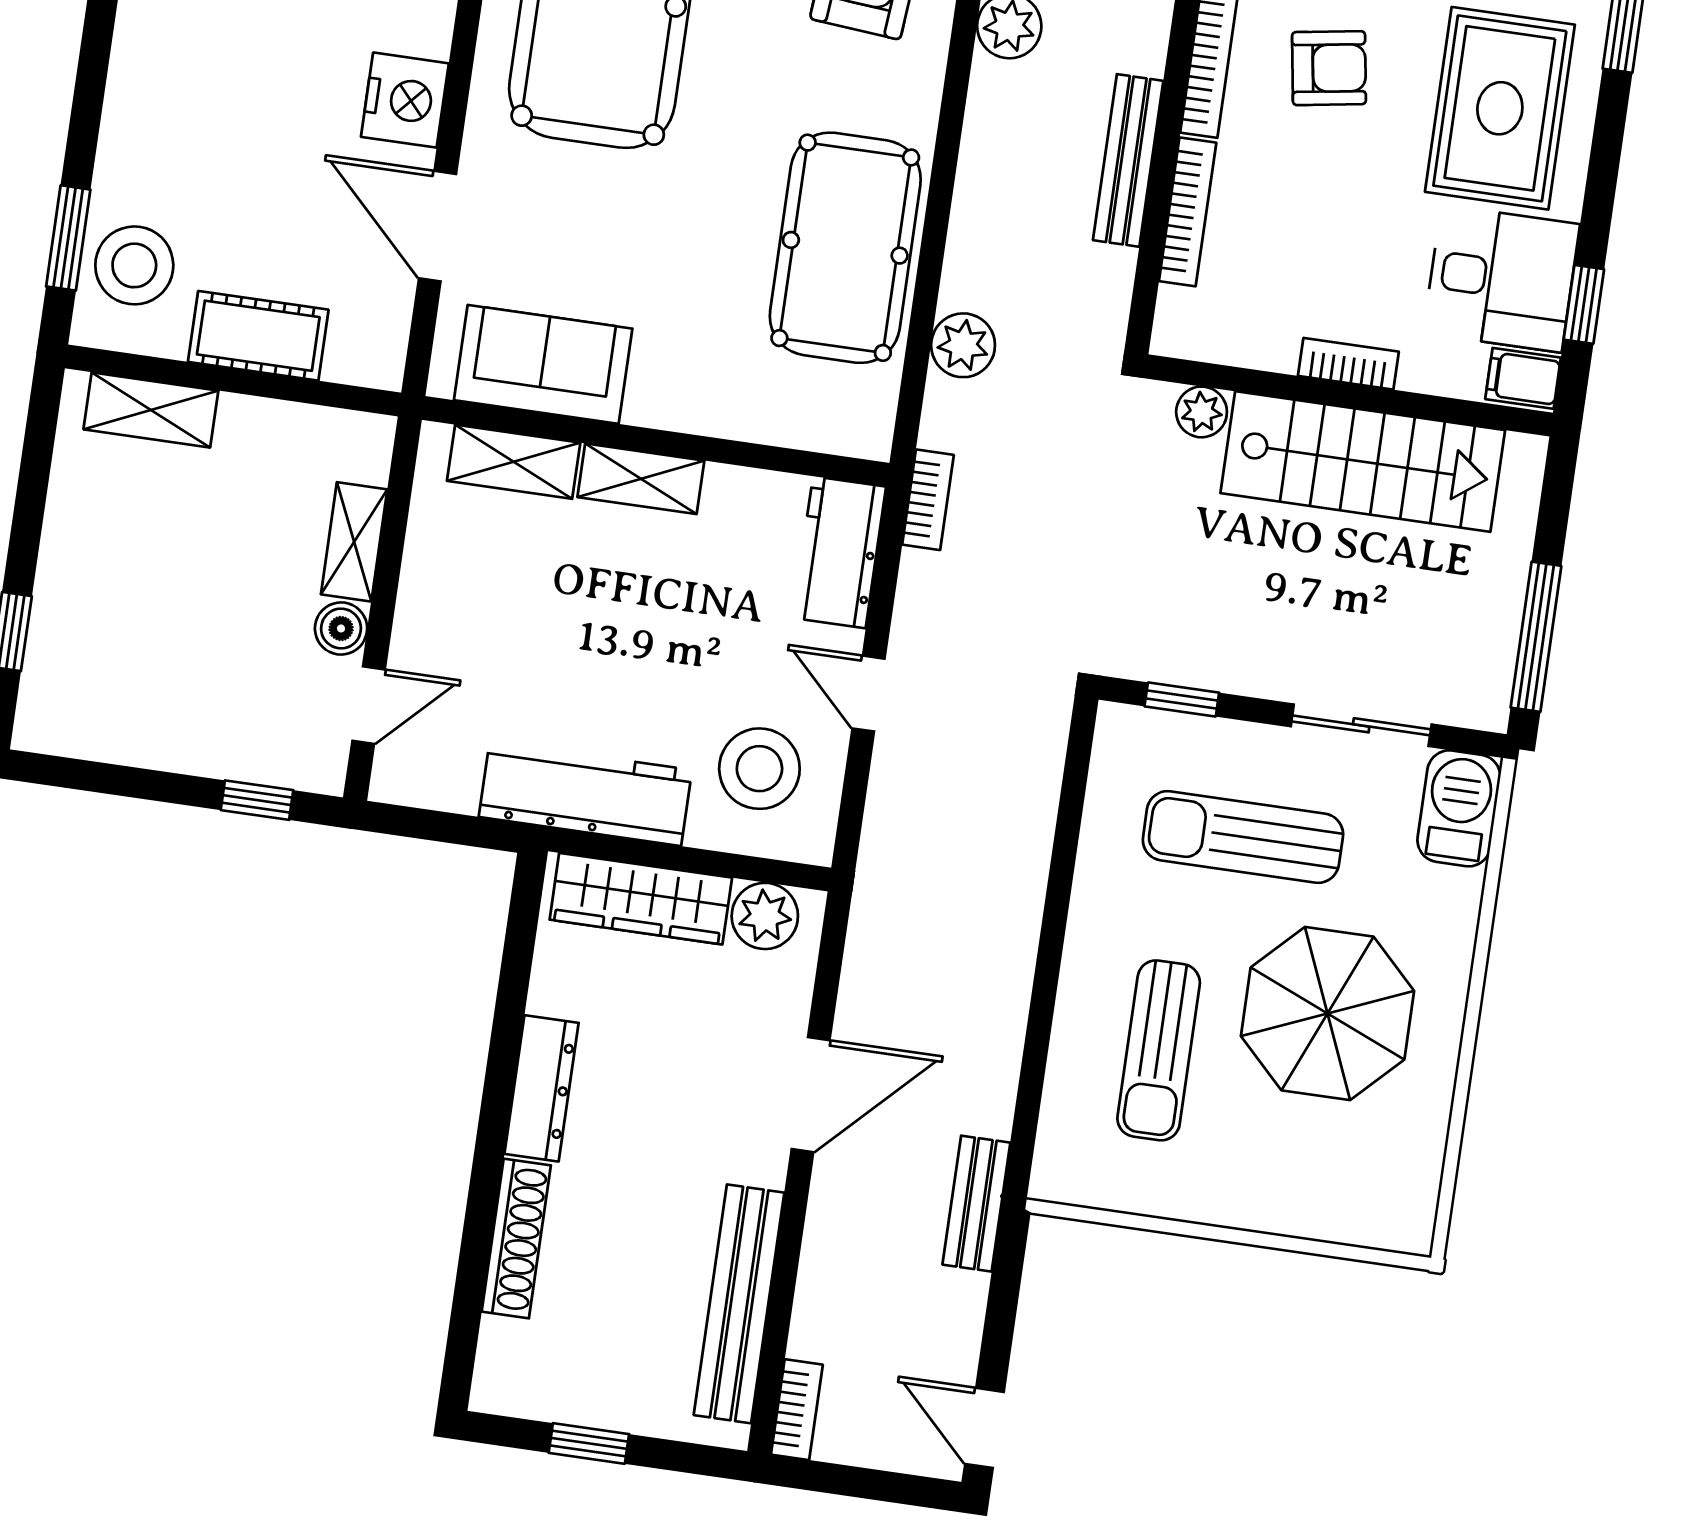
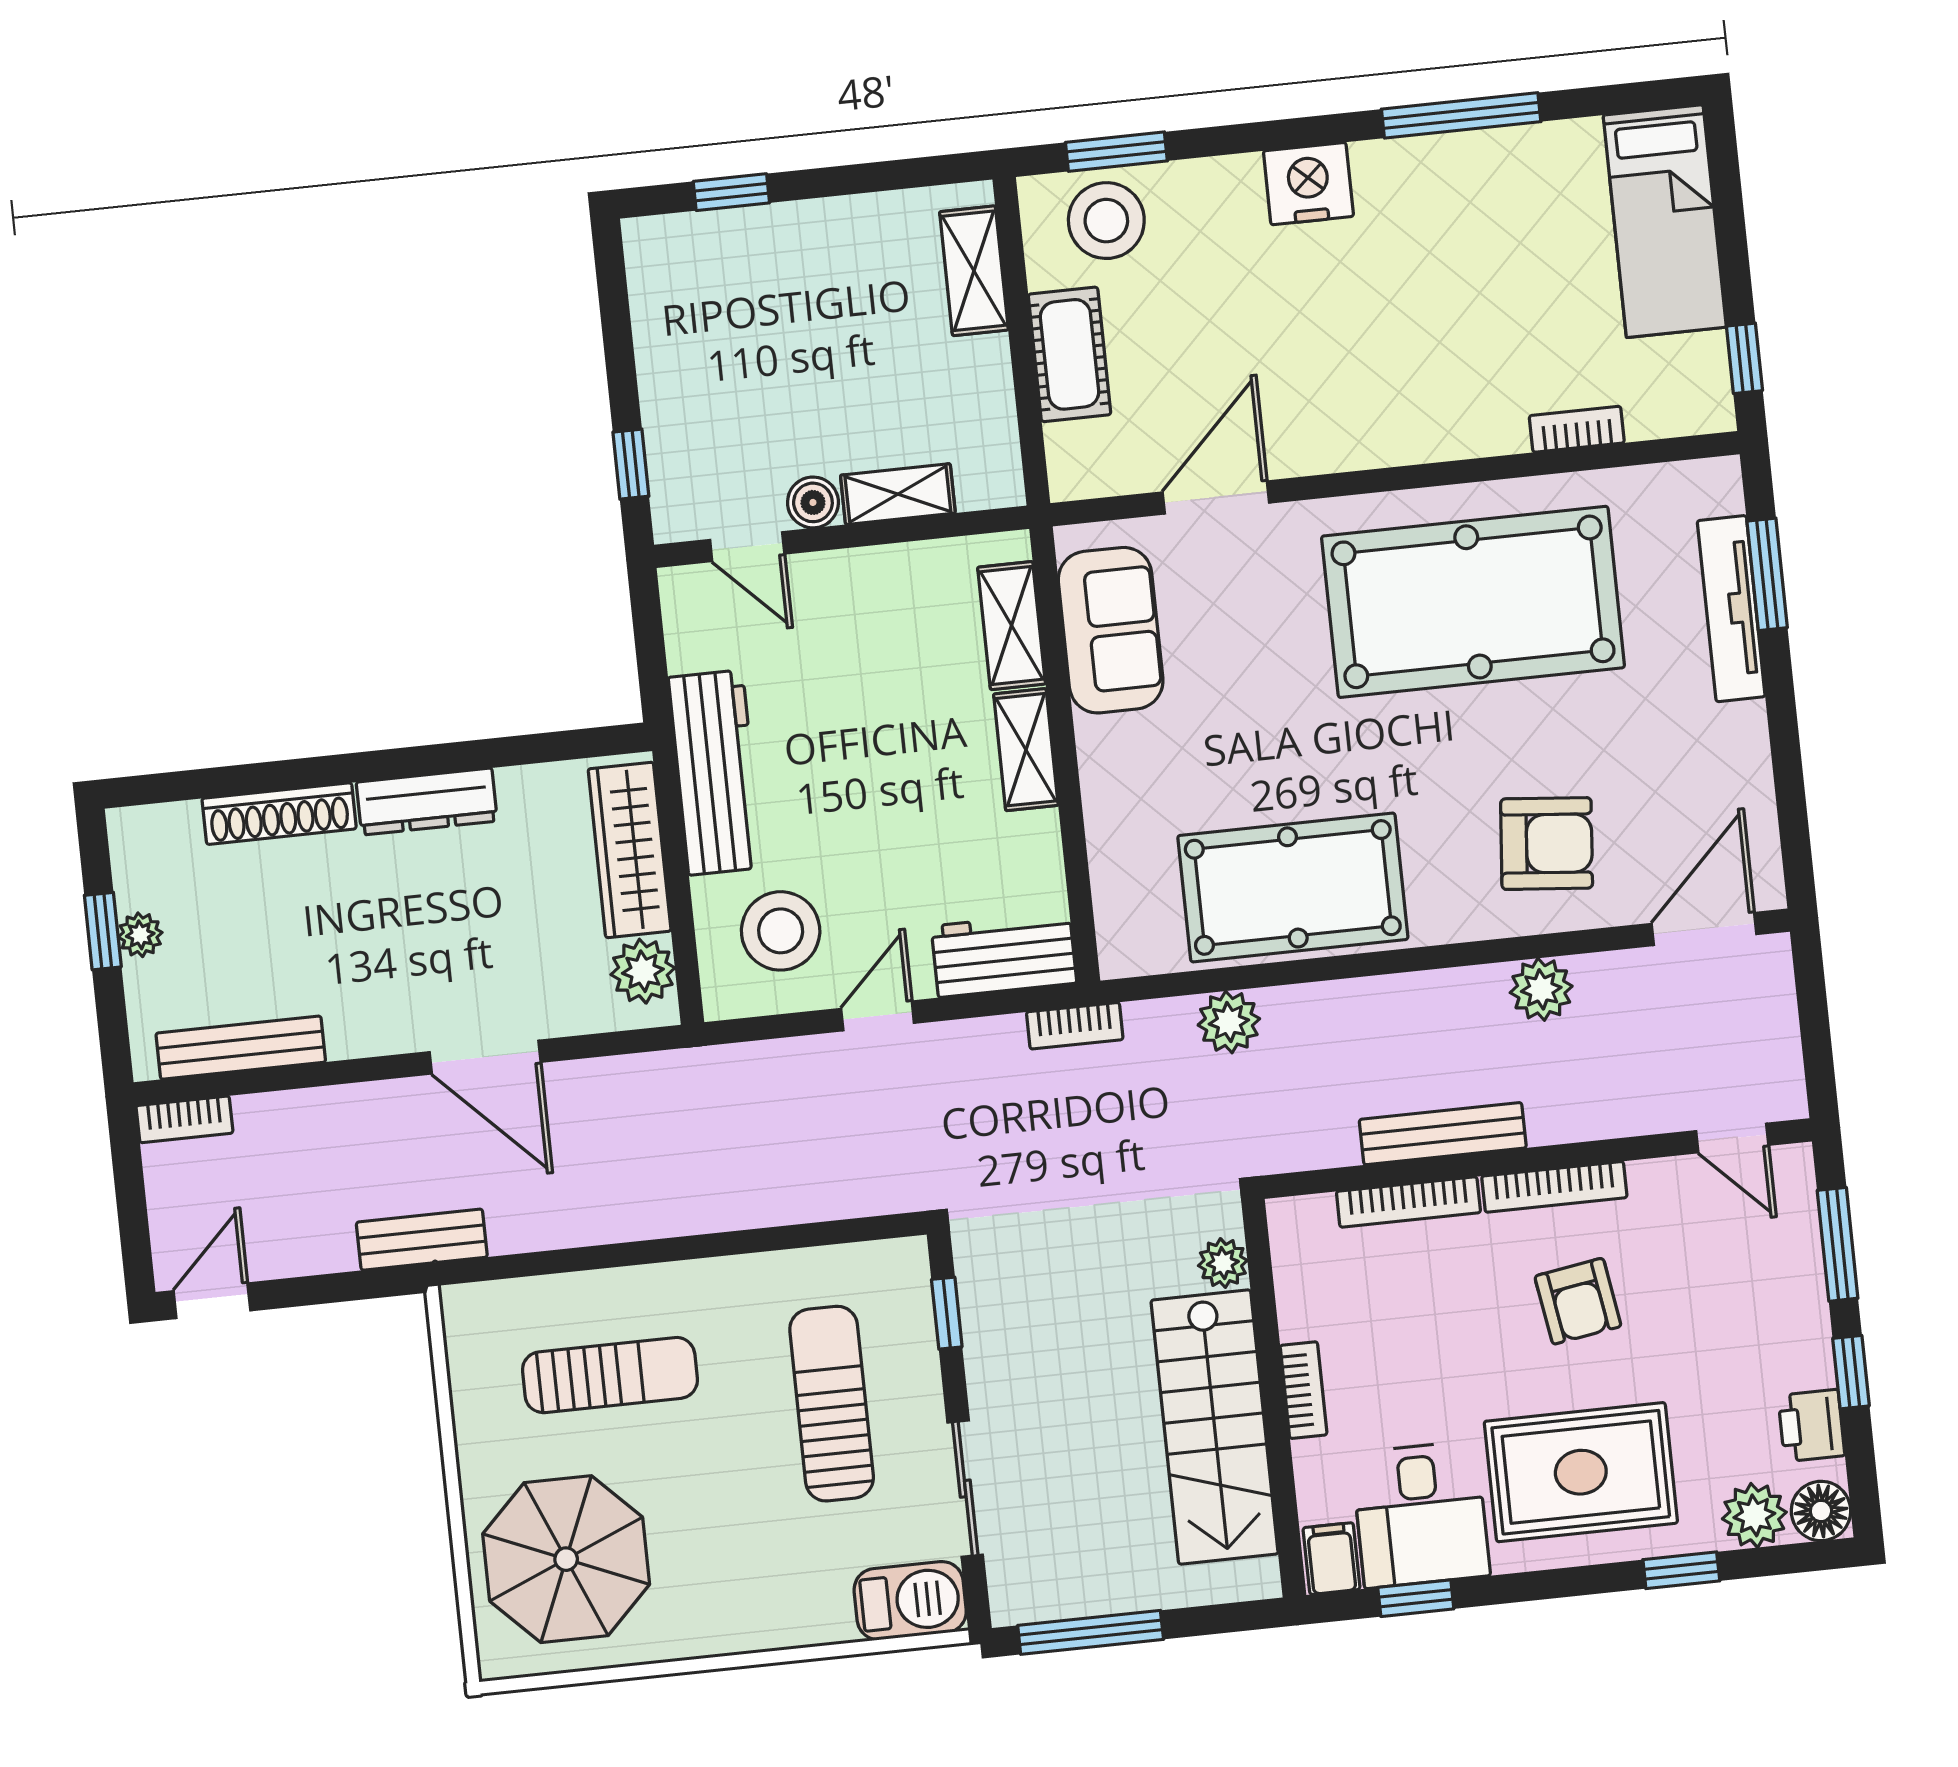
nightstand: (405, 100) -> (1308, 184), moved, turned 180
parasol: (1328, 1013) -> (566, 1559), moved
sun lounger: (1159, 1050) -> (610, 1375), turned 180
bench: (739, 1304) -> (241, 1048), width x0.73, depth x0.82
plant: (602, 1407) -> (140, 935), added

